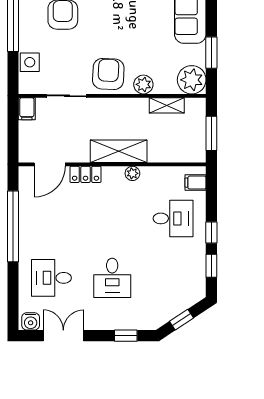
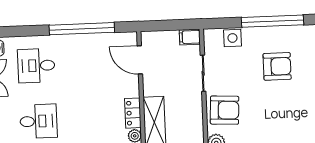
locker: (86, 174) -> (133, 113), moved
desk: (51, 278) -> (36, 66), turned -90
desk: (112, 278) -> (38, 121), turned 180

